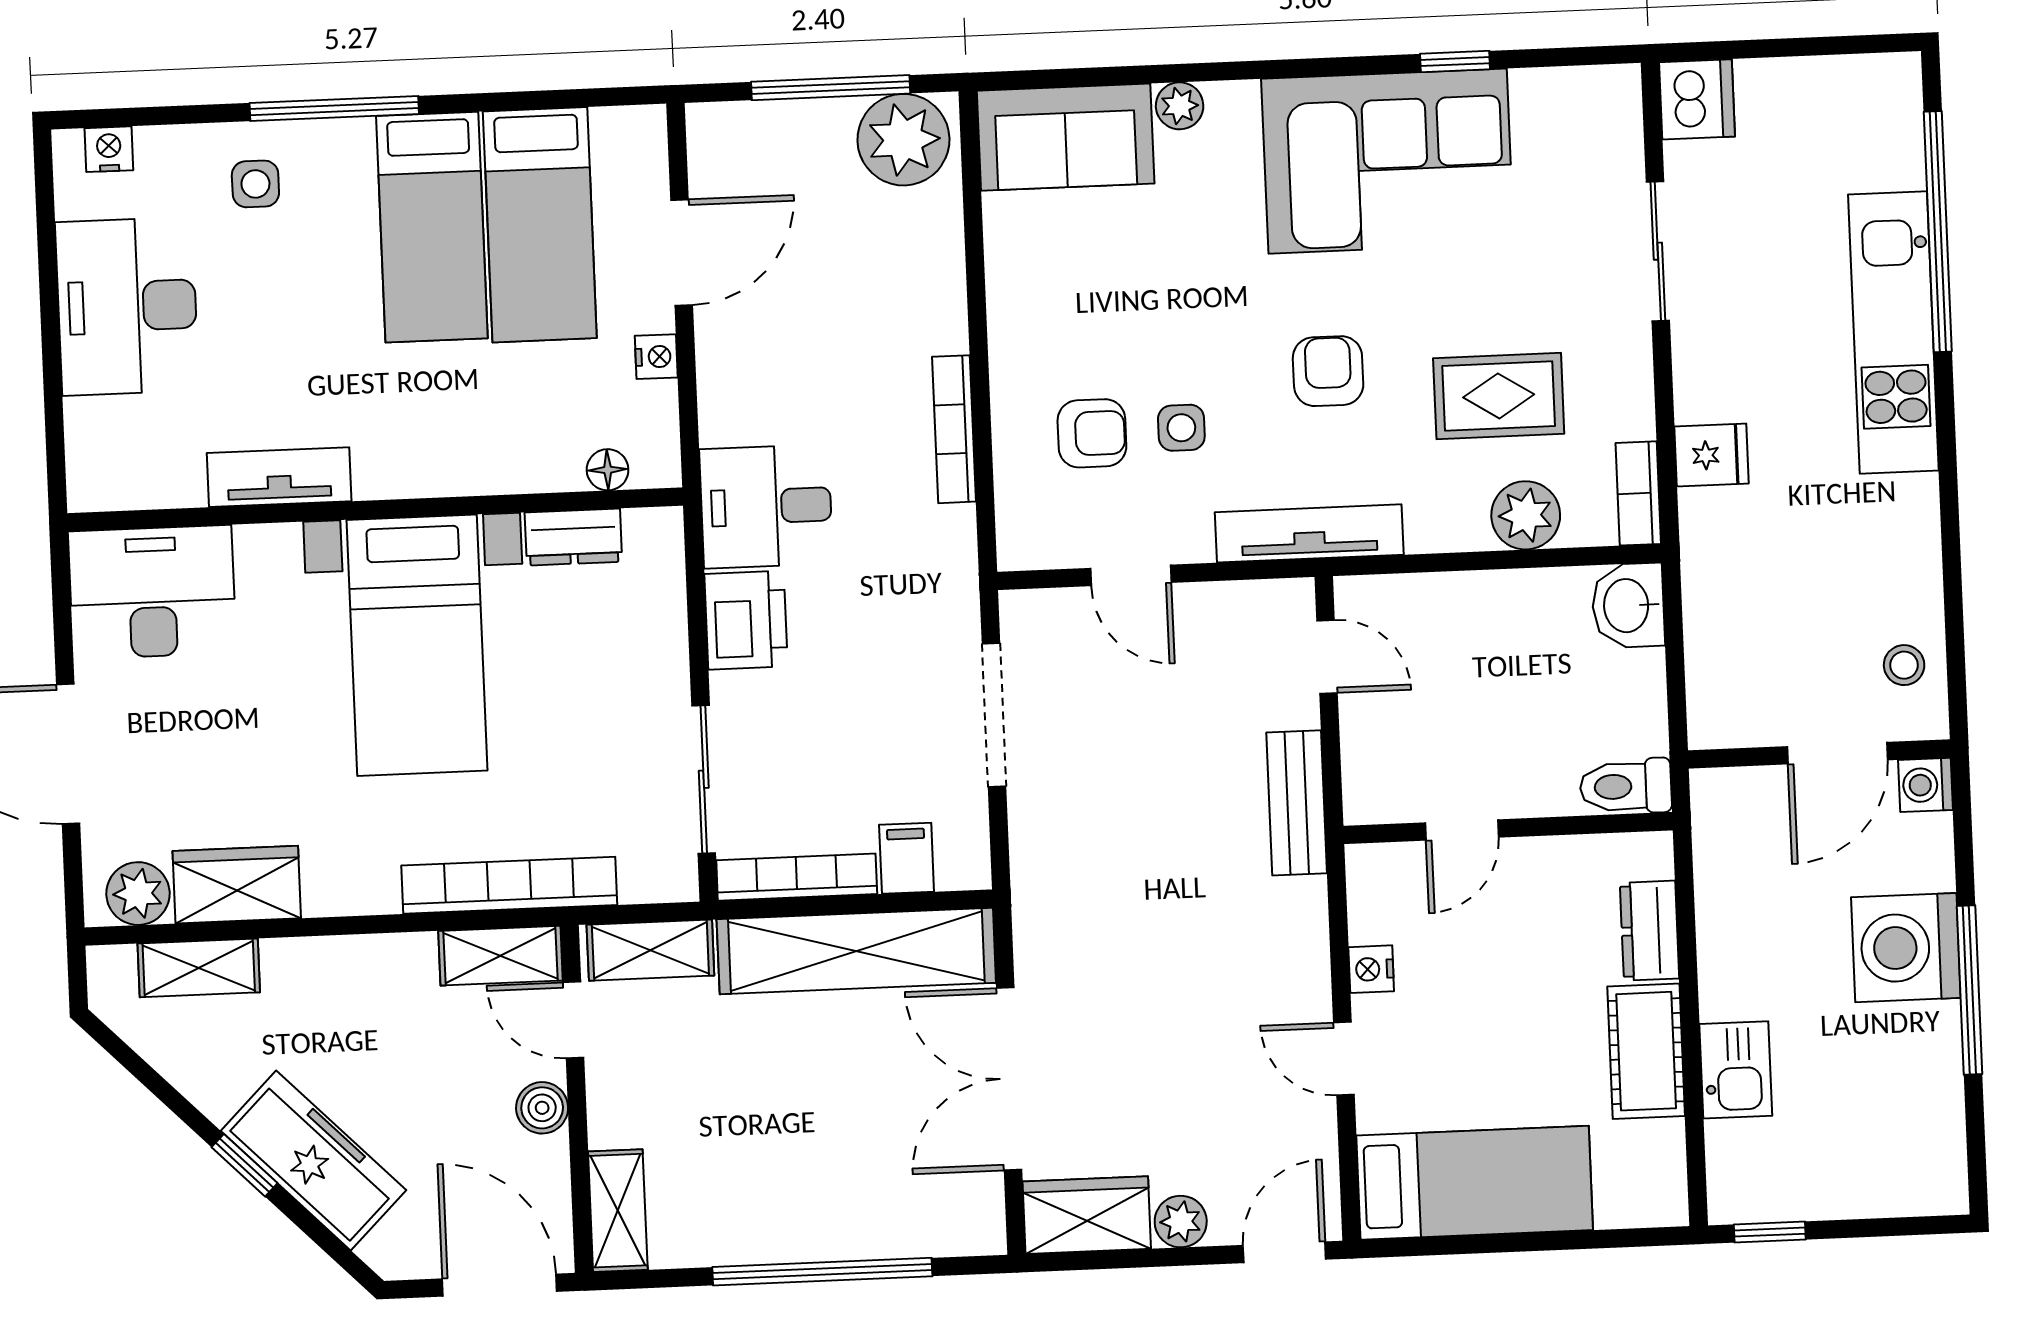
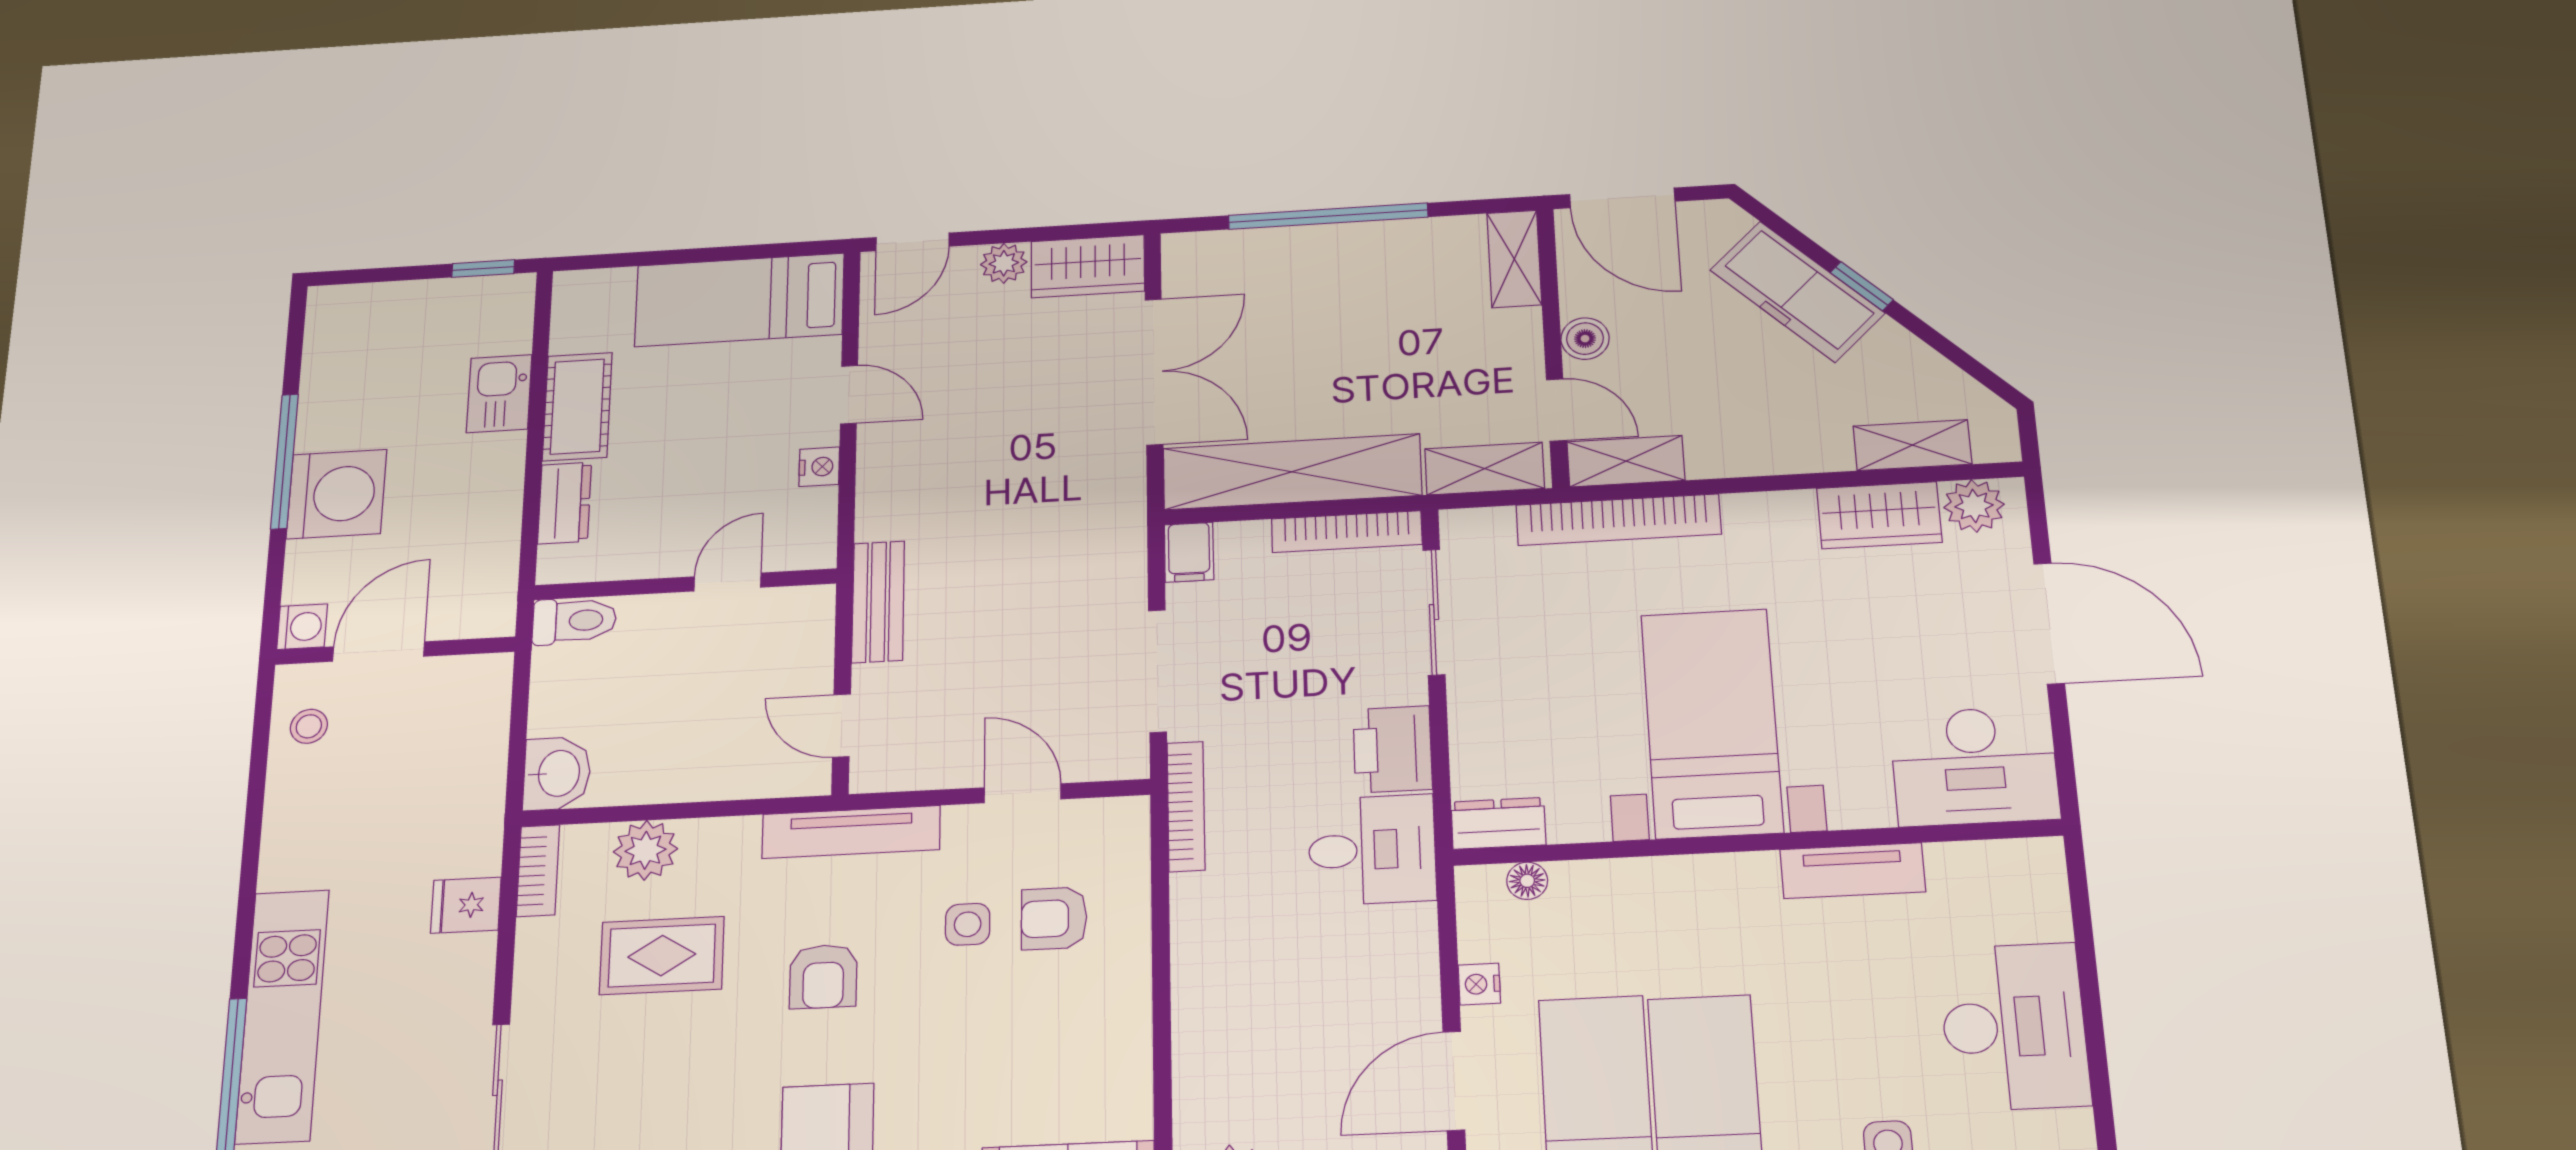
bookcase: (954, 429) -> (1186, 806), moved
dresser: (573, 537) -> (1498, 823), moved
filing cabinet: (907, 858) -> (1189, 552), moved

